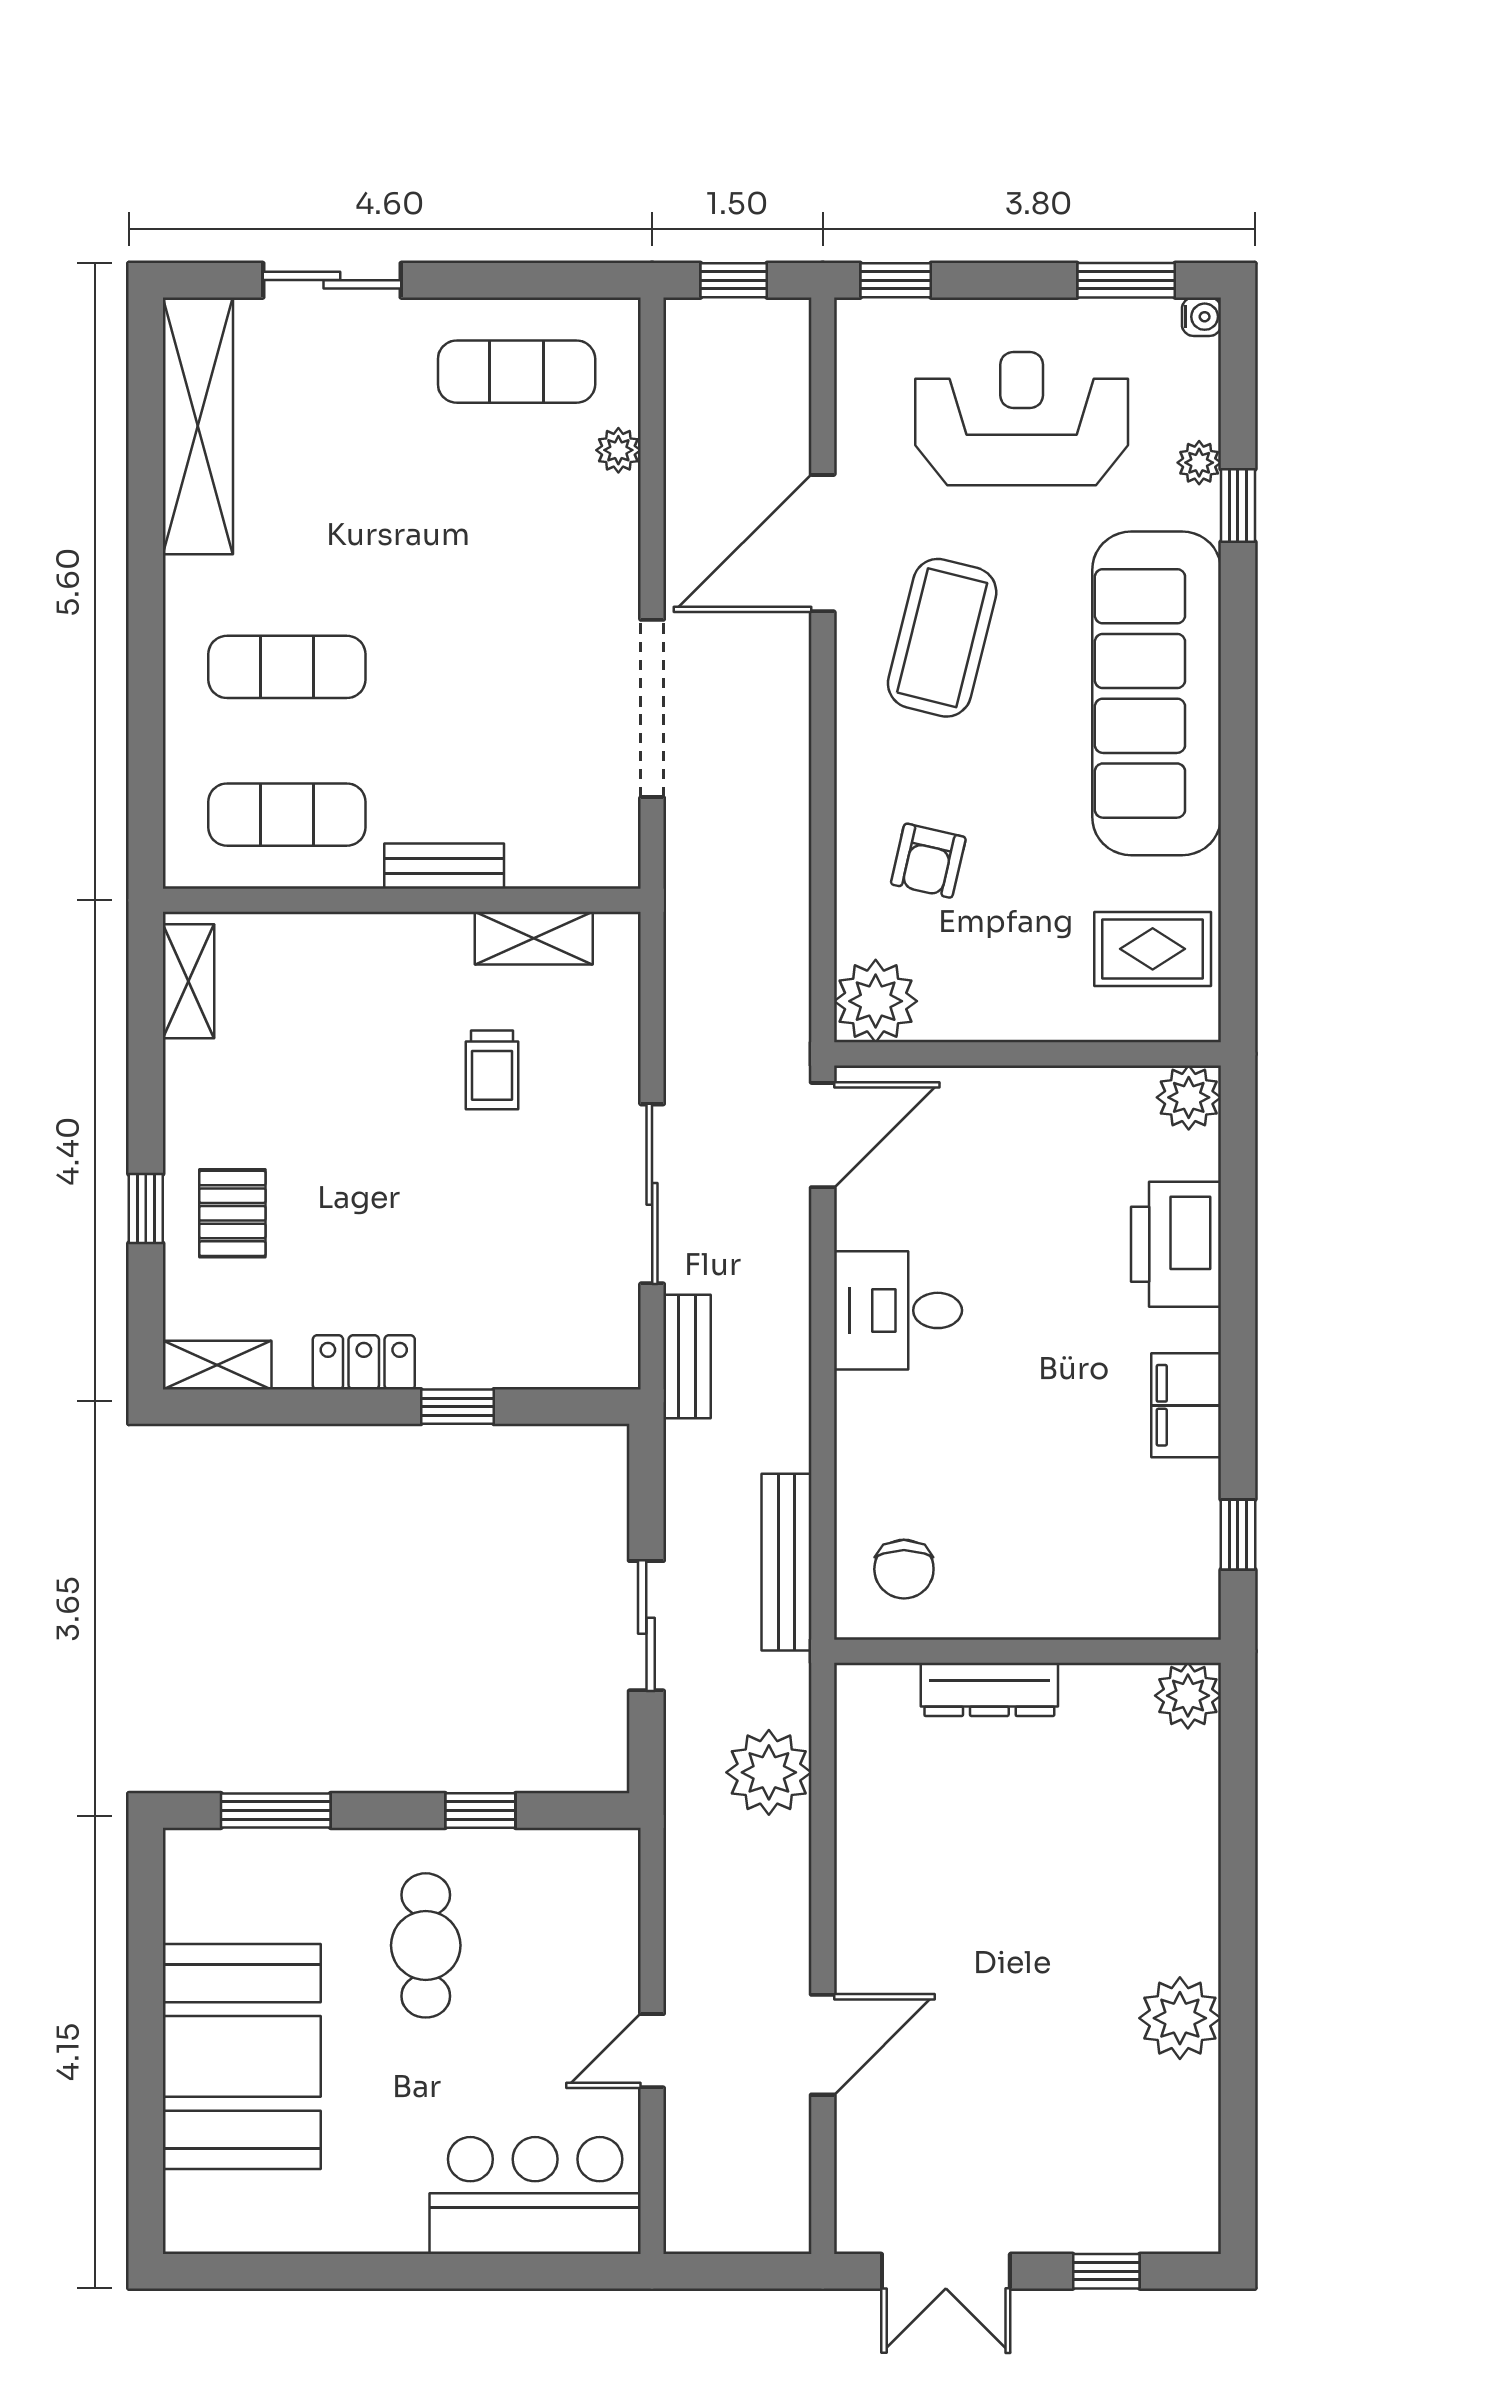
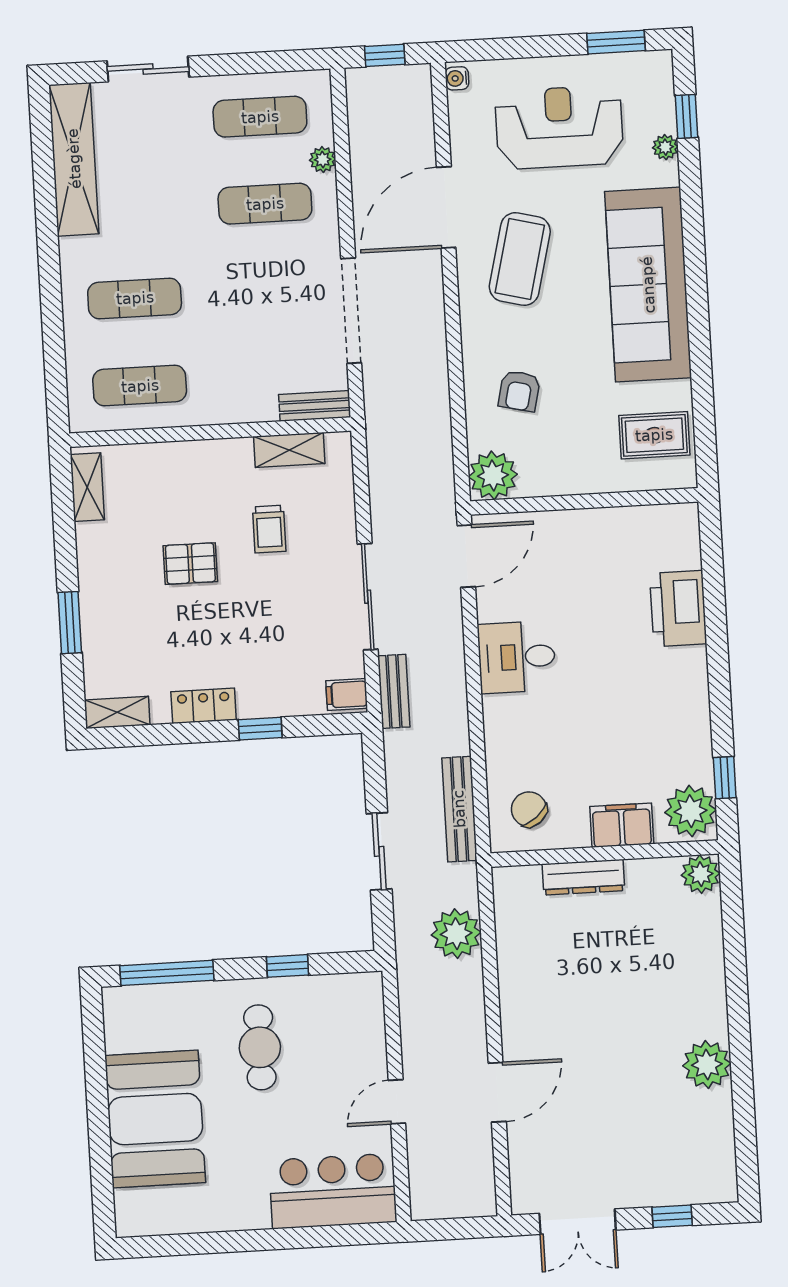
window: (896, 280) -> (480, 50), removed
water cooler: (1201, 317) -> (457, 78), moved, turned 180
window: (1238, 506) -> (687, 116), moved
exercise mat: (517, 519) -> (265, 204), added
bench: (444, 866) -> (315, 406), moved
plant: (1189, 1097) -> (691, 811), moved, width x1.36, depth x1.36
window: (146, 1209) -> (70, 623), width x1.50
pallet: (232, 1213) -> (190, 564), moved, turned 90
filing cabinet: (607, 1357) -> (347, 694), added
filing cabinet: (1186, 1405) -> (622, 825), moved, turned 90
chair: (904, 1569) -> (529, 809), turned 141
window: (276, 1810) -> (167, 973), width x1.44

